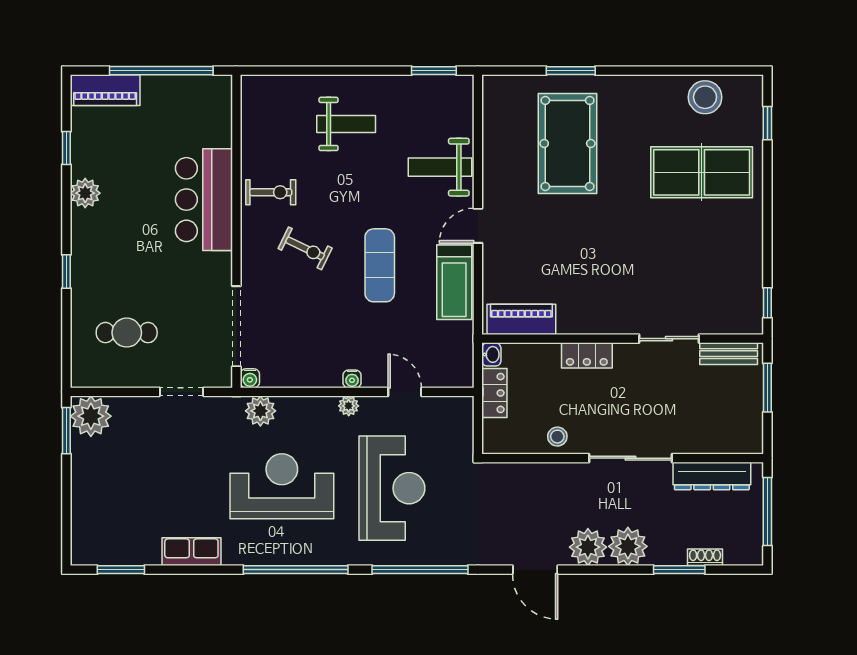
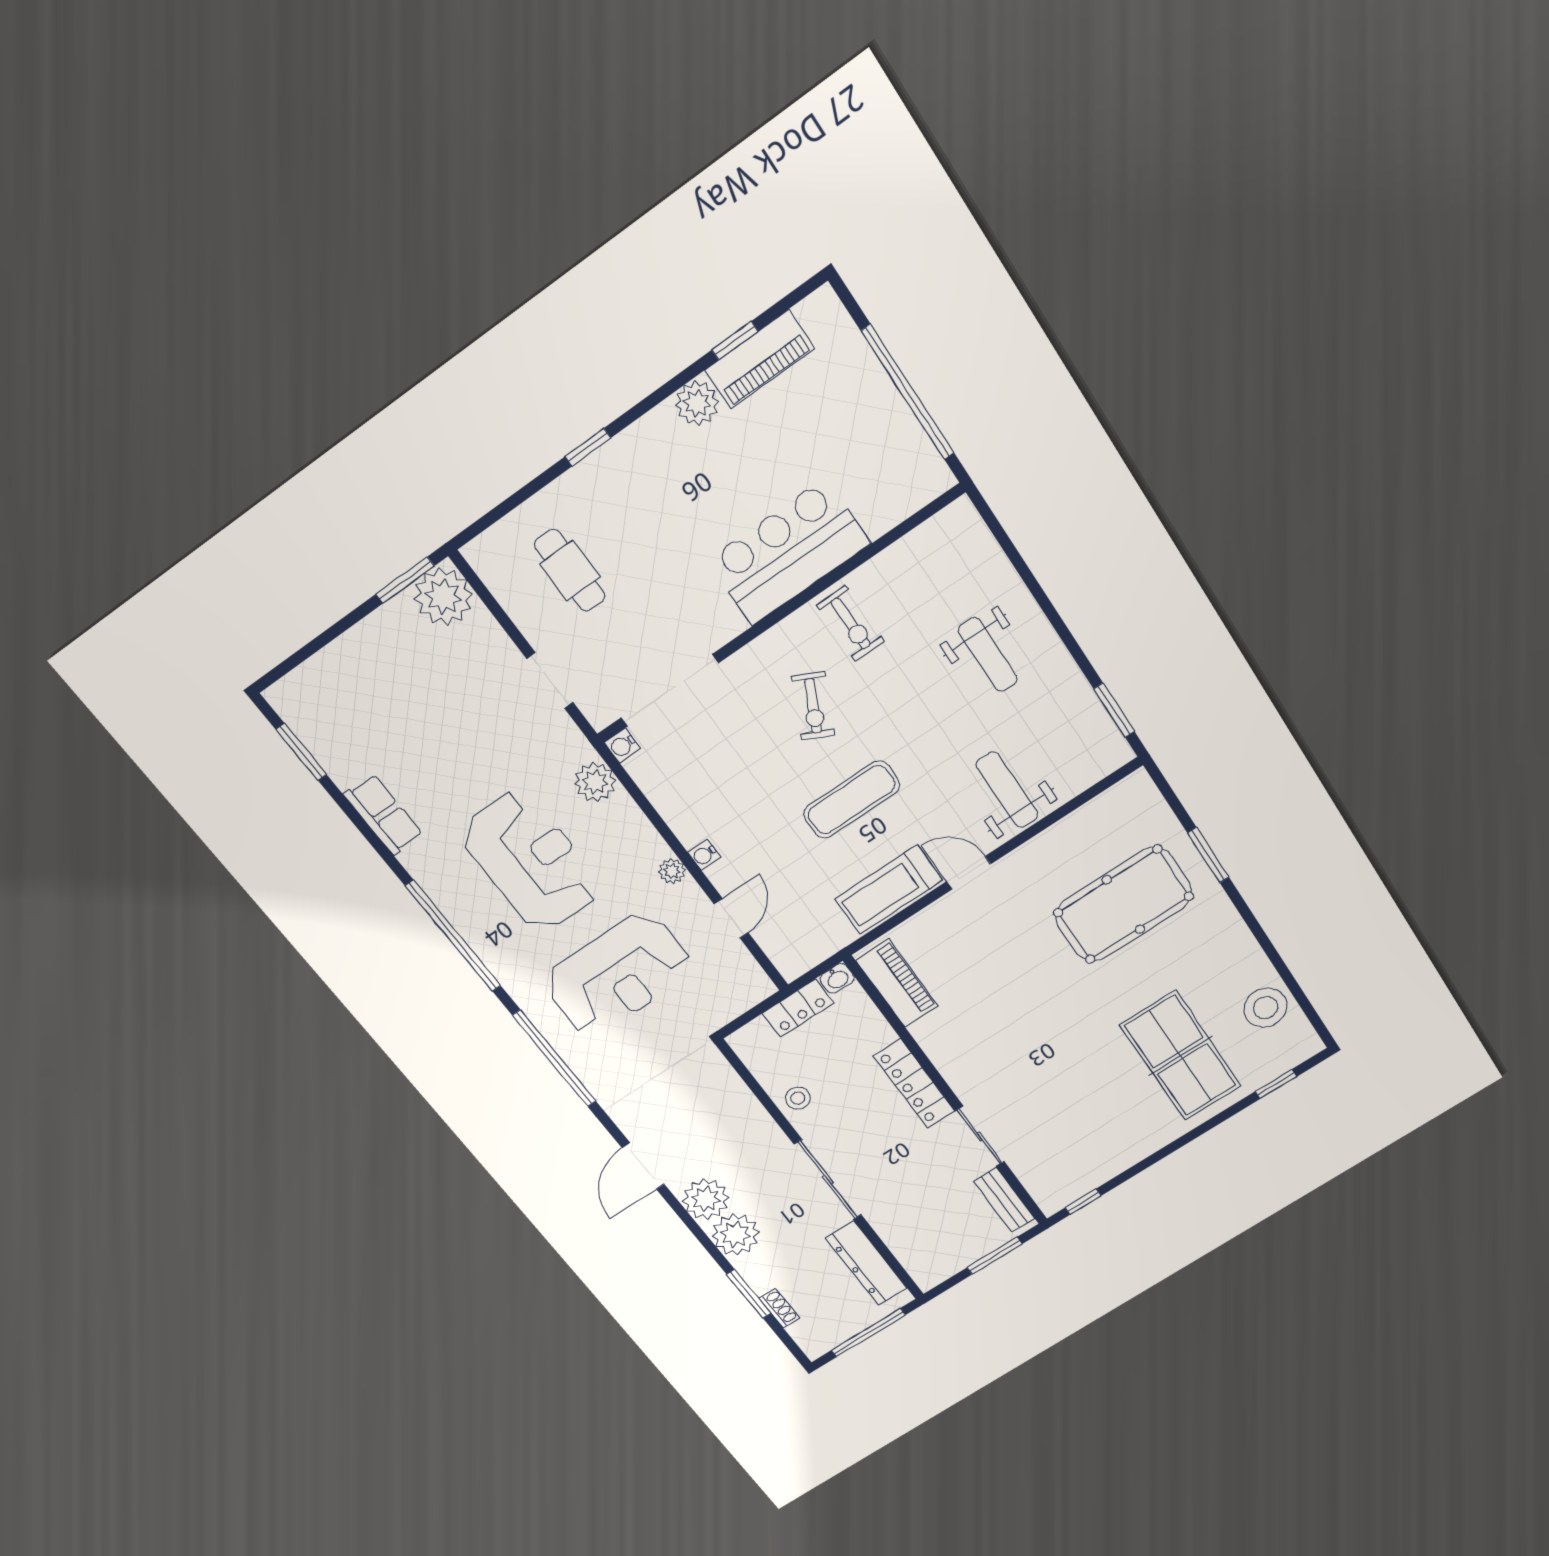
piano: (105, 90) -> (760, 359), moved, turned -90
locker: (587, 355) -> (914, 1084), width x1.53

